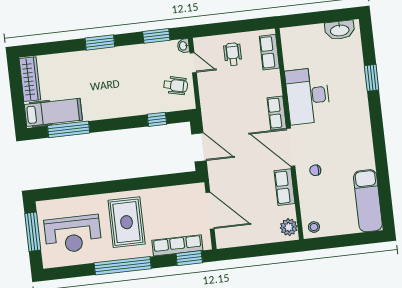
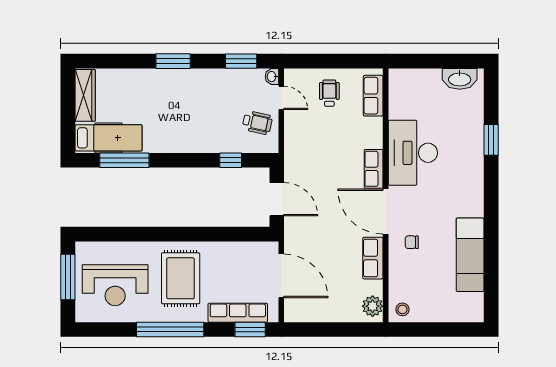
exam couch: (368, 201) -> (470, 255), moved

